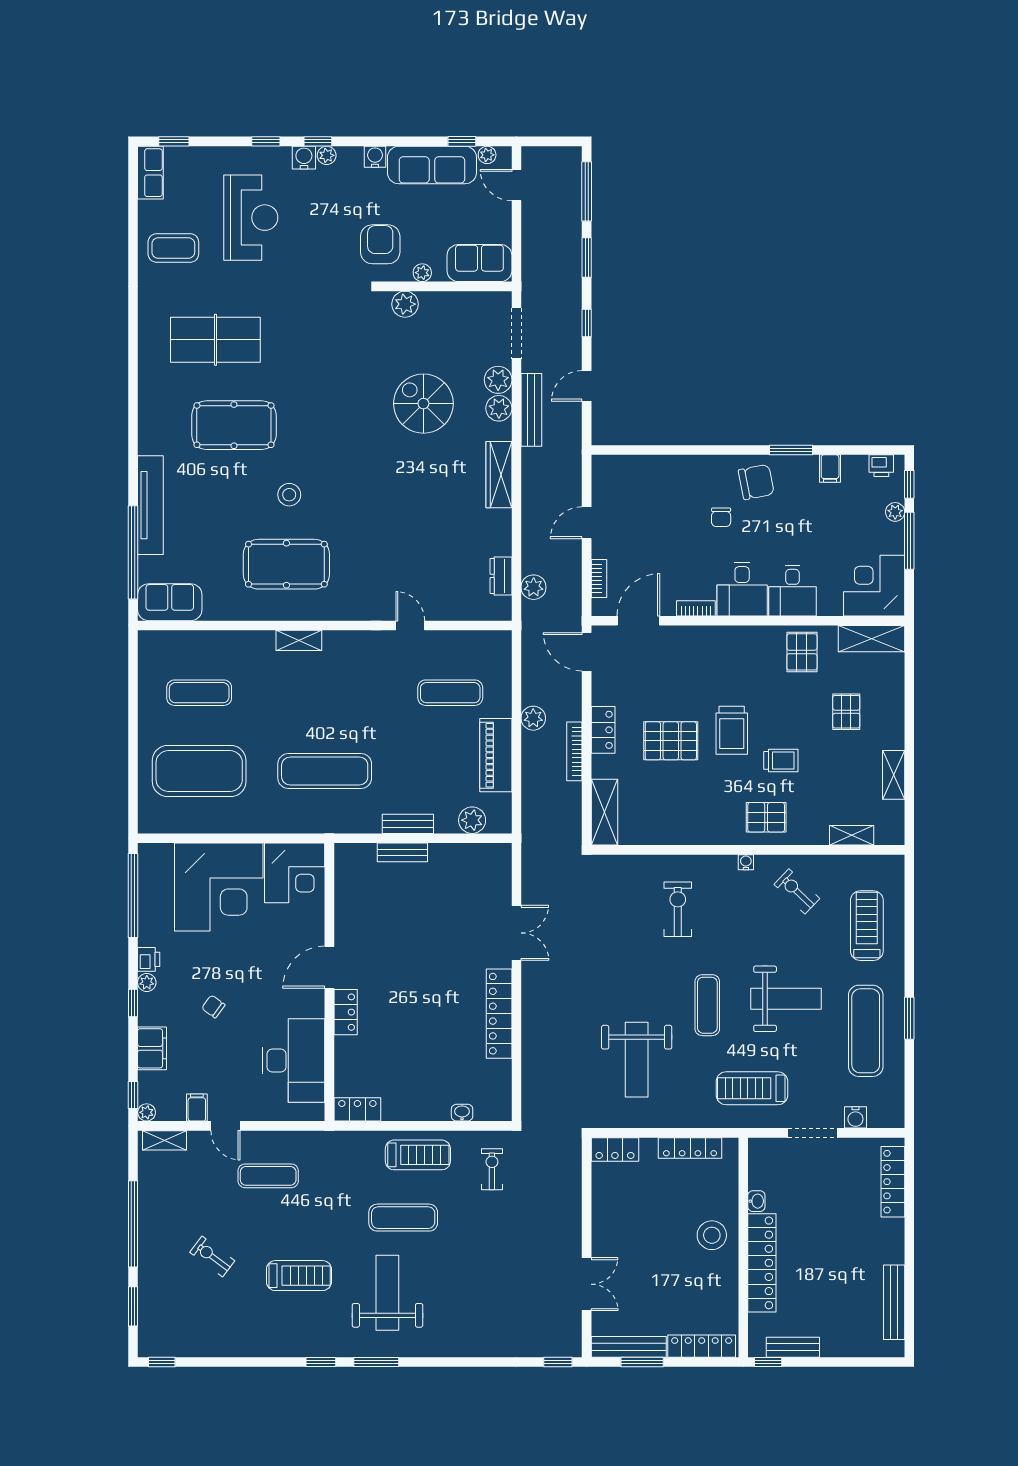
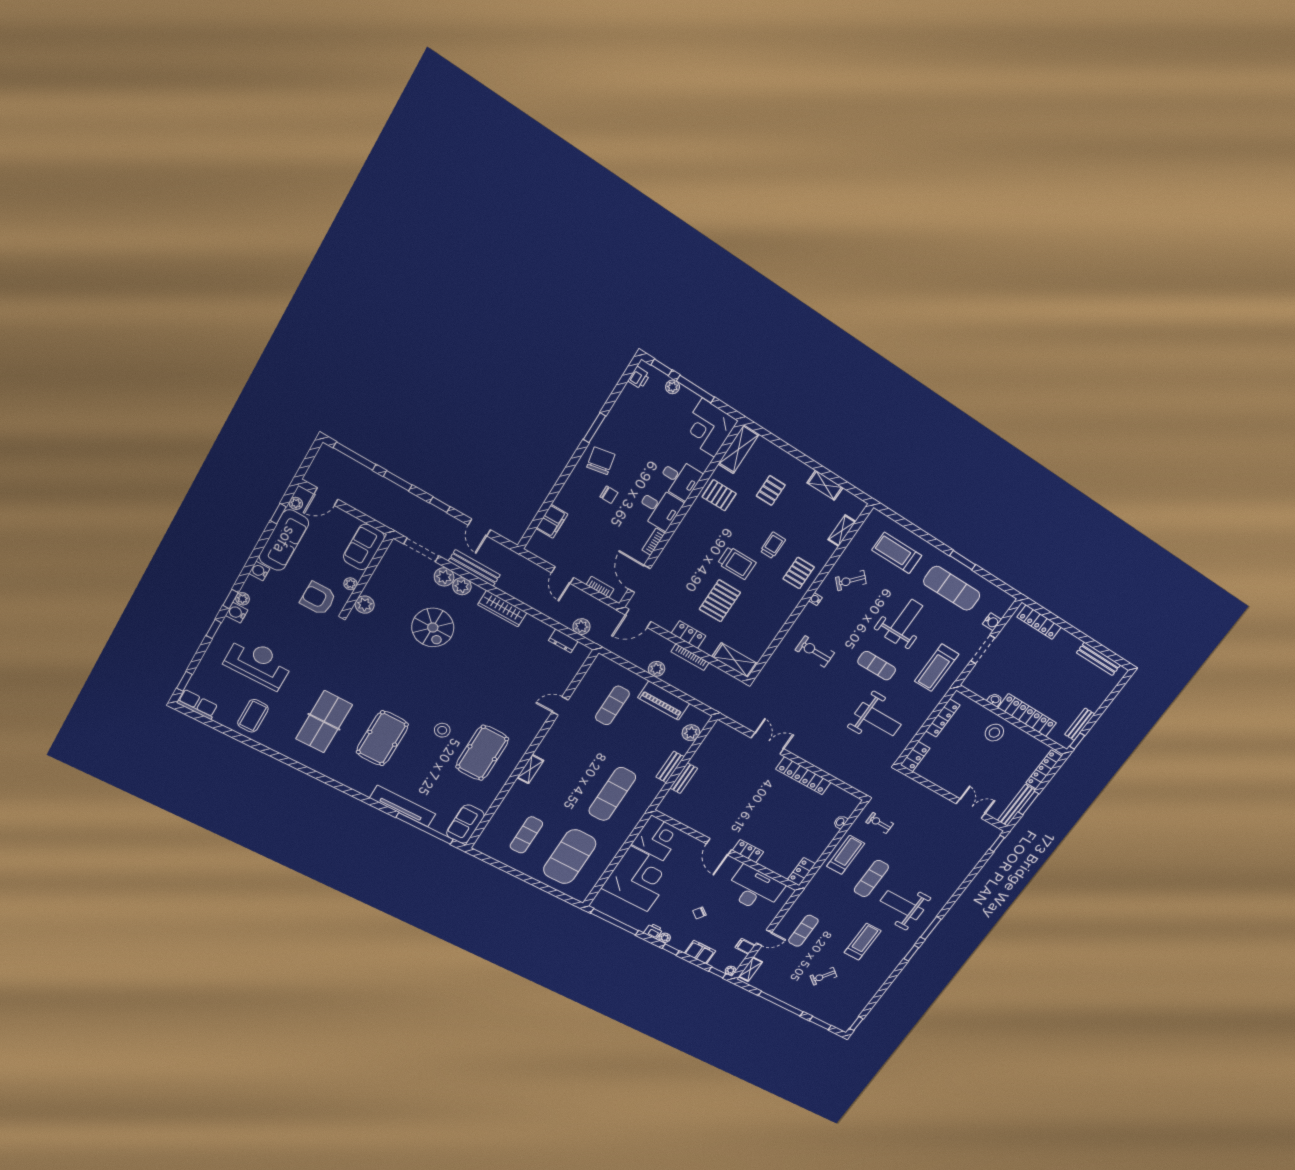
spiral stairs: (423, 404) -> (433, 627), turned -90
filing cabinet: (830, 469) -> (552, 521), moved, width x2.00
pallet: (846, 712) -> (771, 490), turned 90

